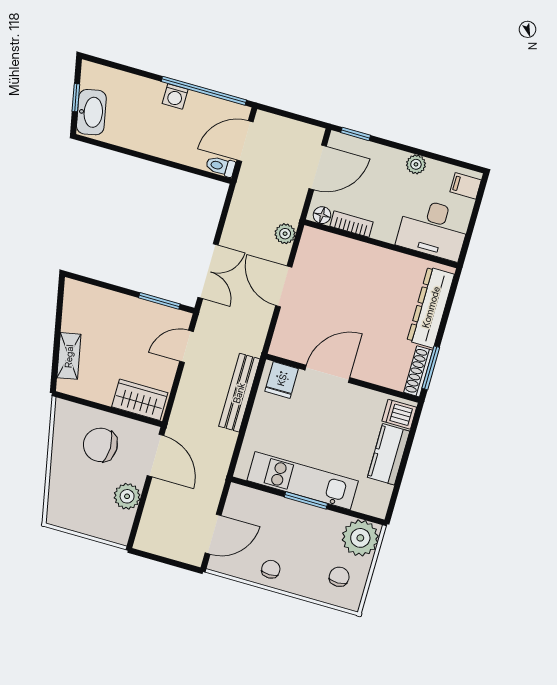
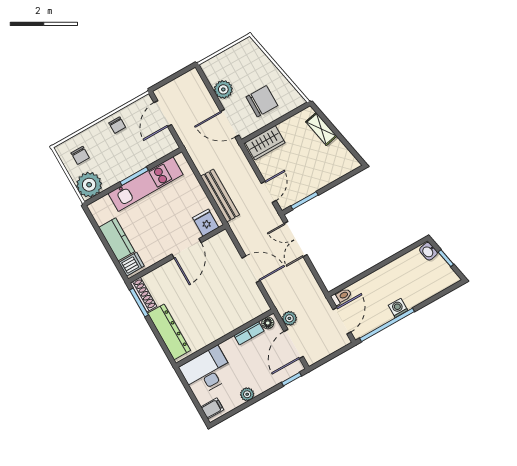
washbasin: (91, 112) -> (428, 251), width x0.52, depth x0.69
plant: (285, 234) -> (289, 318), moved

